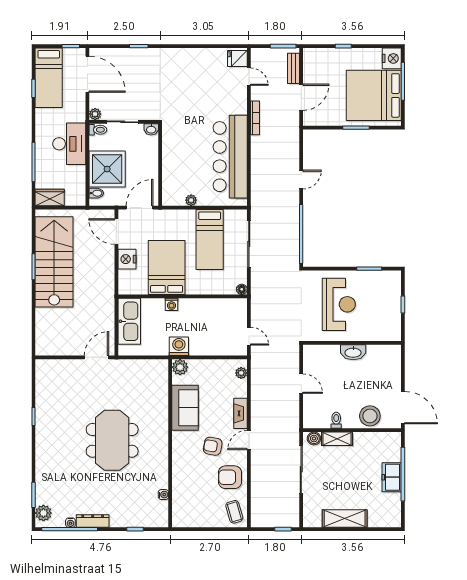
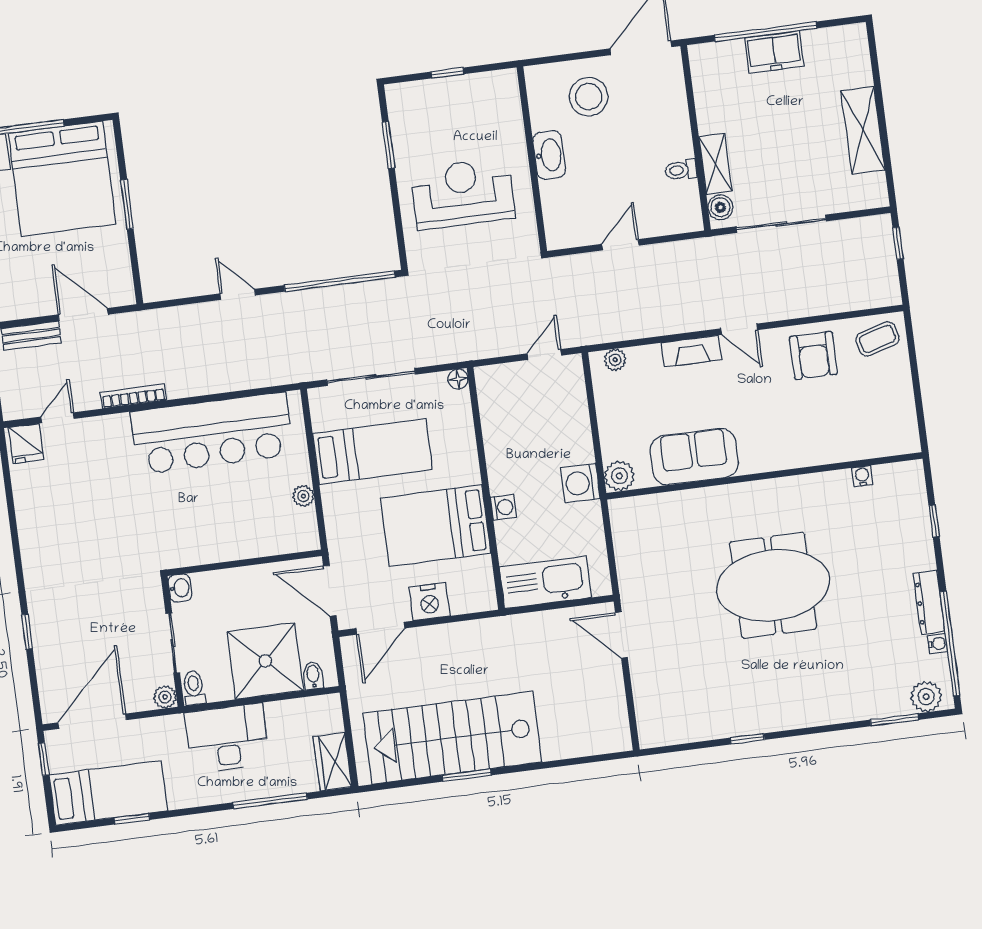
stool: (370, 416) -> (589, 97), moved
armchair: (213, 446) -> (760, 395), removed

